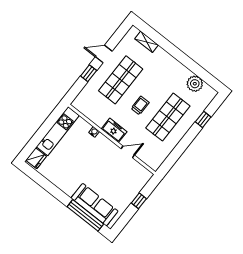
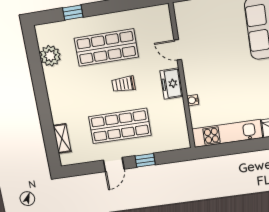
door: (104, 54) -> (114, 165), hinge flipped

